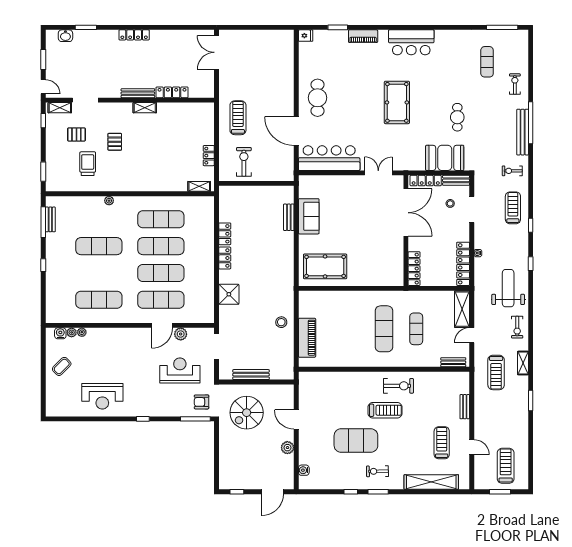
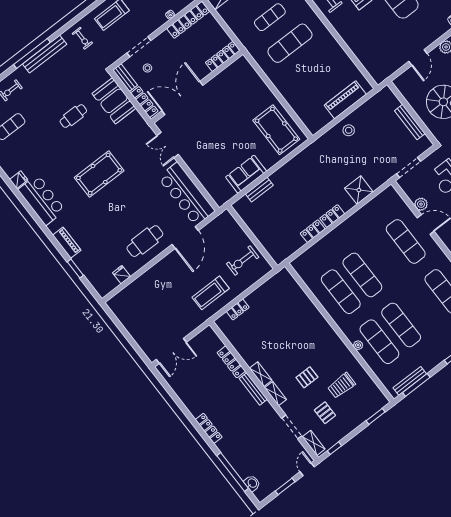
window: (86, 27) -> (233, 472), width x2.11
fridge: (306, 36) -> (121, 275), moved
fridge: (441, 37) -> (19, 180), added
locker: (209, 156) -> (238, 309), moved
shelving: (199, 186) -> (275, 394), moved
bench: (50, 219) -> (410, 381), width x1.36
exercise mat: (161, 273) -> (379, 342), moved

